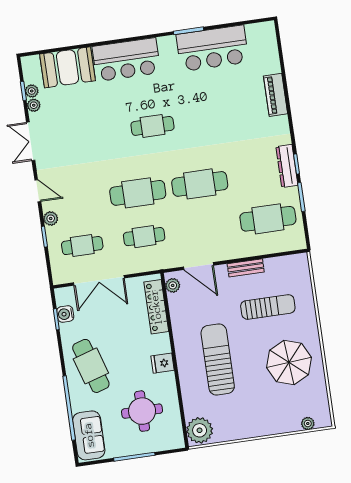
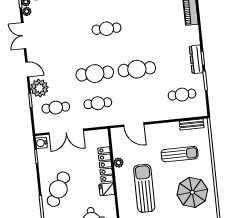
plant: (51, 219) -> (39, 88), width x1.87, depth x1.87
cafe table: (268, 219) -> (182, 95), width x0.73, depth x0.74
bench: (246, 268) -> (192, 124), moved
plant: (173, 285) -> (118, 163), moved
locker: (156, 307) -> (106, 164), moved
water cooler: (65, 314) -> (41, 143), moved
cafe table: (91, 366) -> (58, 189), turned 46

